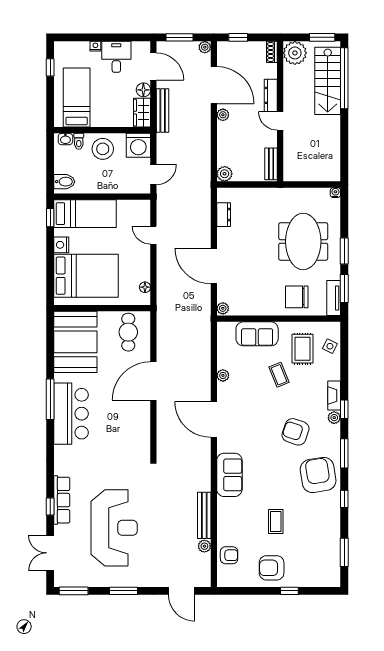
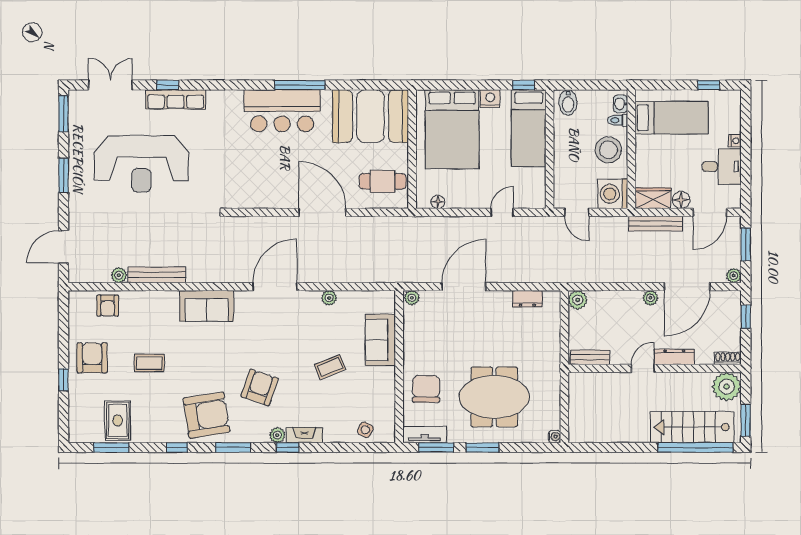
rug: (302, 349) -> (118, 420), moved, turned 90

